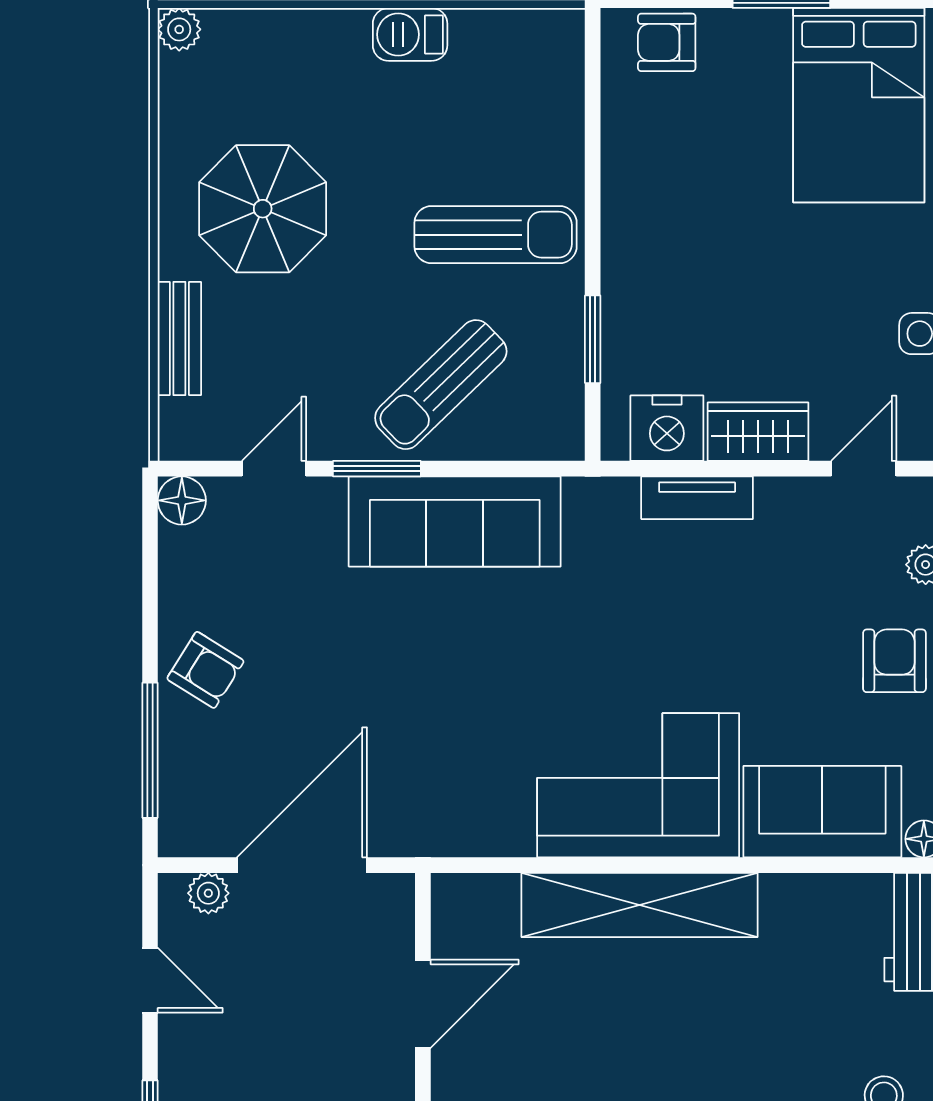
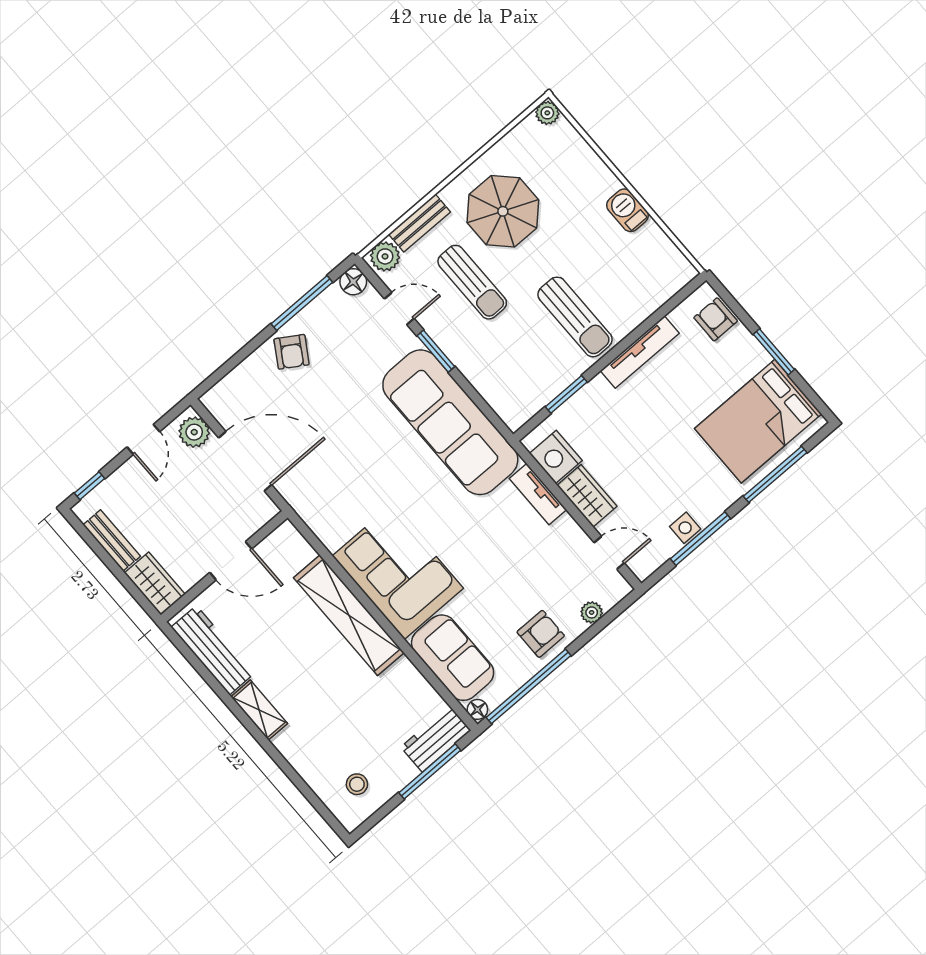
tv unit: (621, 187) -> (640, 352), added
sun lounger: (441, 385) -> (472, 282), moved, turned -136
plant: (185, 426) -> (385, 256), added
sofa: (455, 521) -> (450, 422), width x1.36, depth x1.27
window: (150, 750) -> (302, 303), moved
plant: (208, 893) -> (194, 432), width x1.38, depth x1.38

